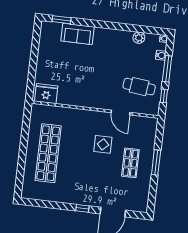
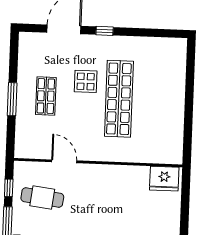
display table: (103, 144) -> (86, 81), moved
shop shelf: (48, 153) -> (119, 99), moved

